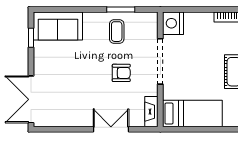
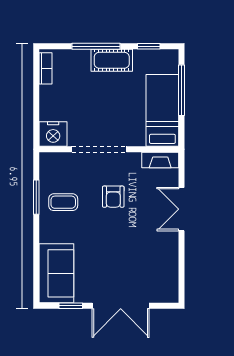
armchair: (121, 73) -> (113, 197), turned 180
double door: (31, 99) -> (121, 306), moved
window: (209, 129) -> (181, 90), added

